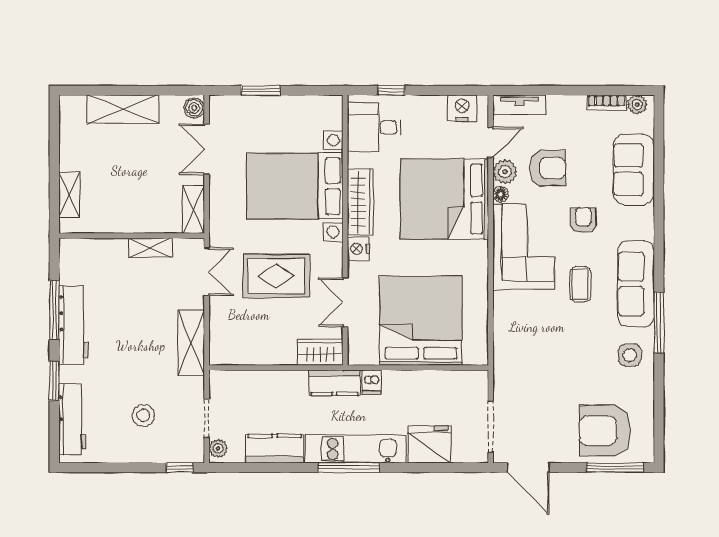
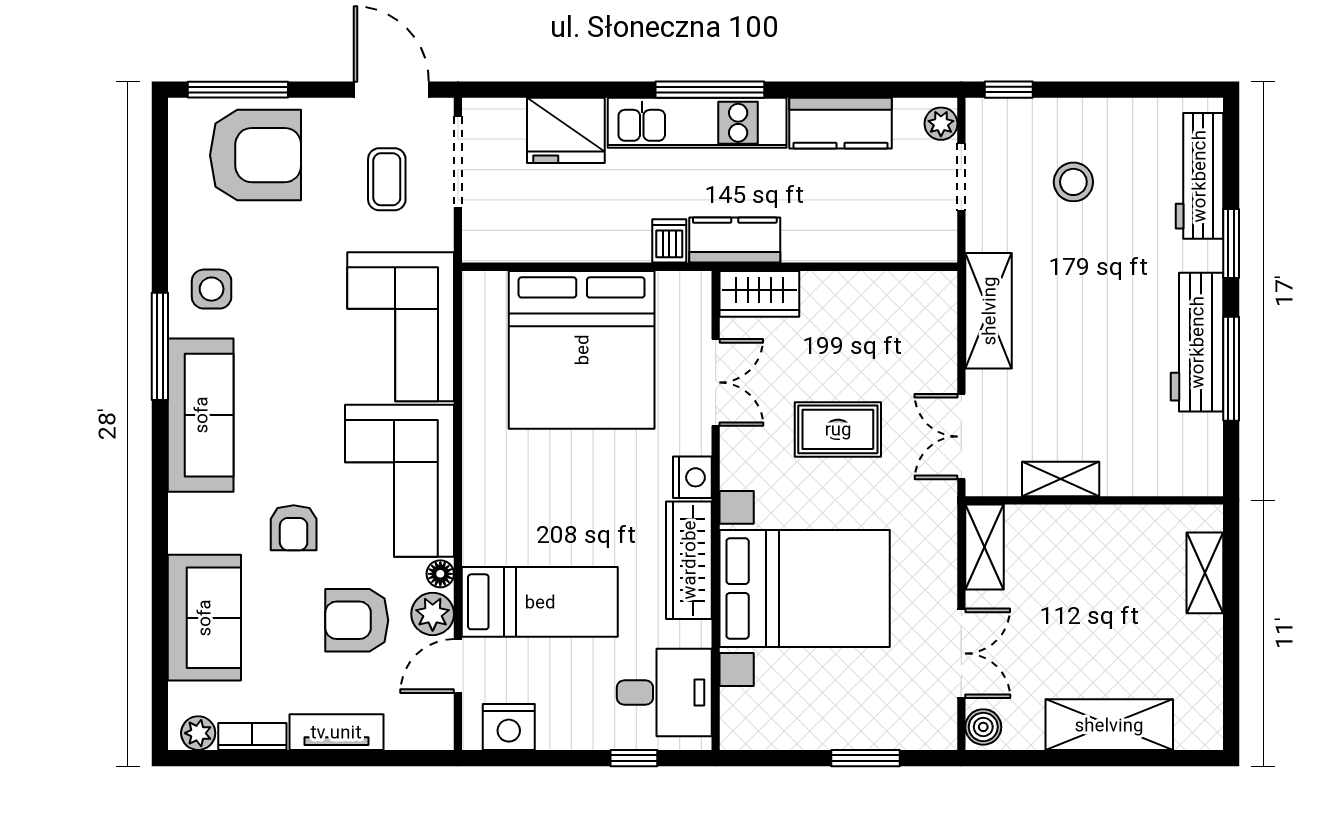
tv unit: (519, 105) -> (336, 732), moved
bed: (444, 199) -> (540, 602), width x0.49
rug: (276, 276) -> (838, 429), width x0.73, depth x0.70
coffee table: (580, 284) -> (387, 179), moved
corner sofa: (523, 334) -> (401, 327), added

